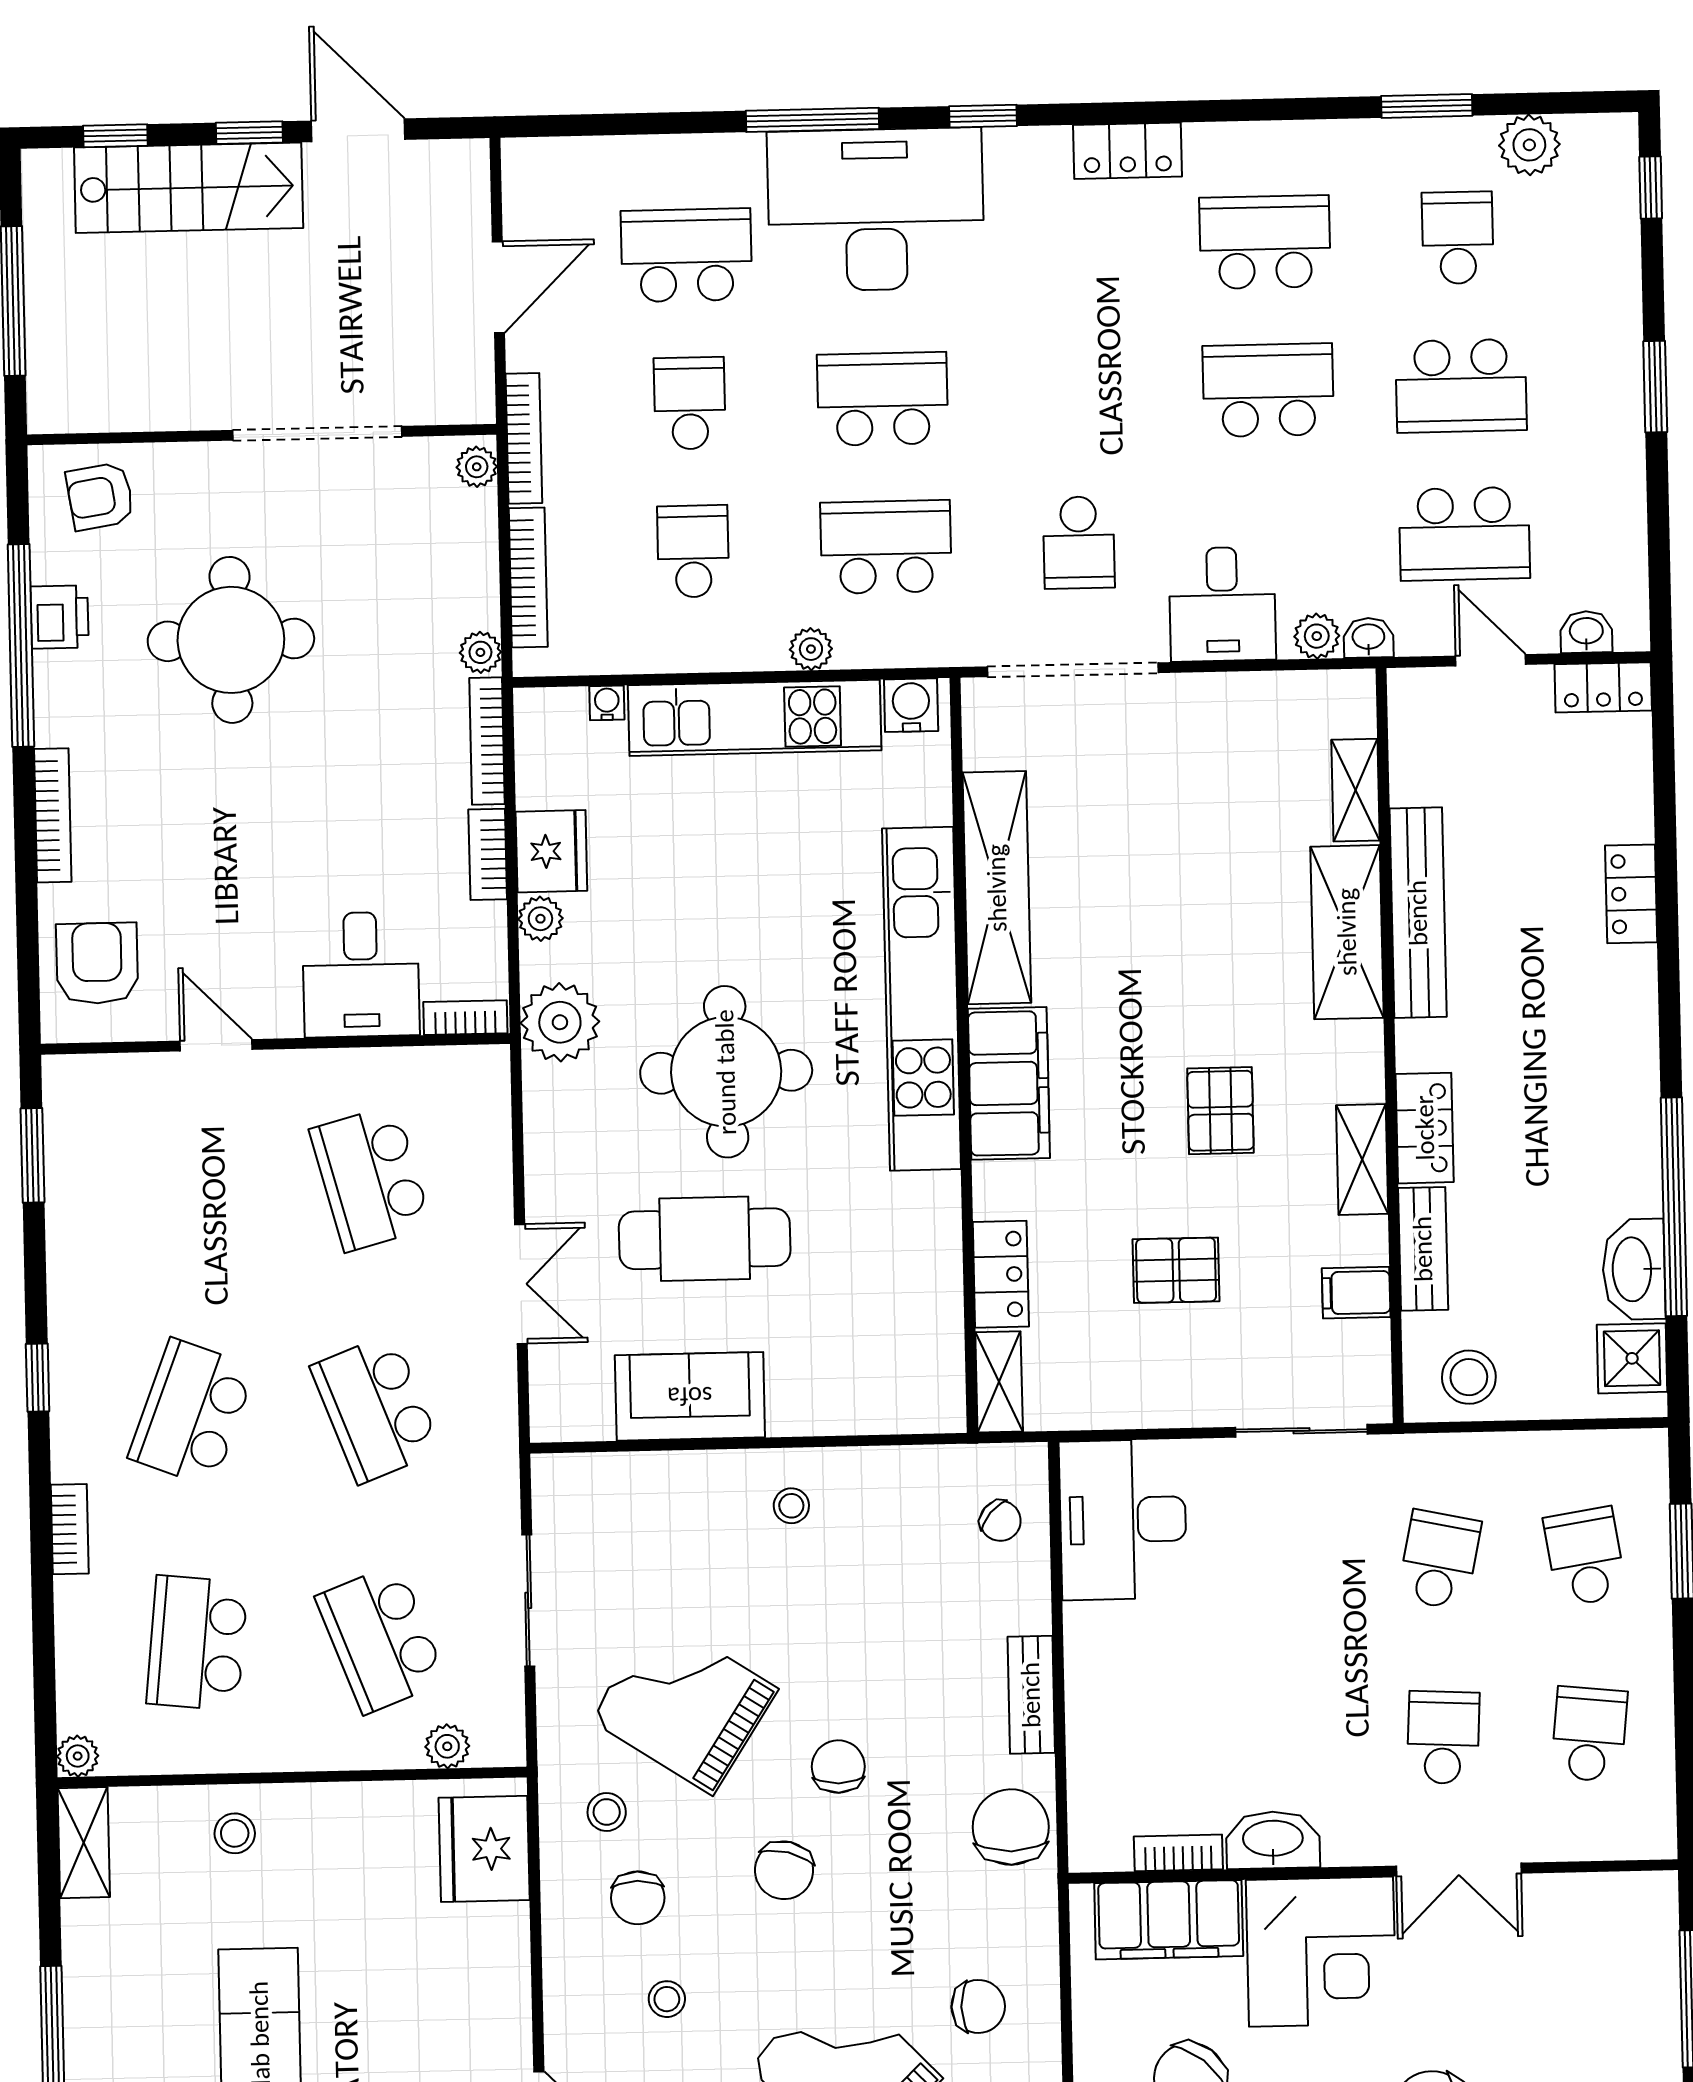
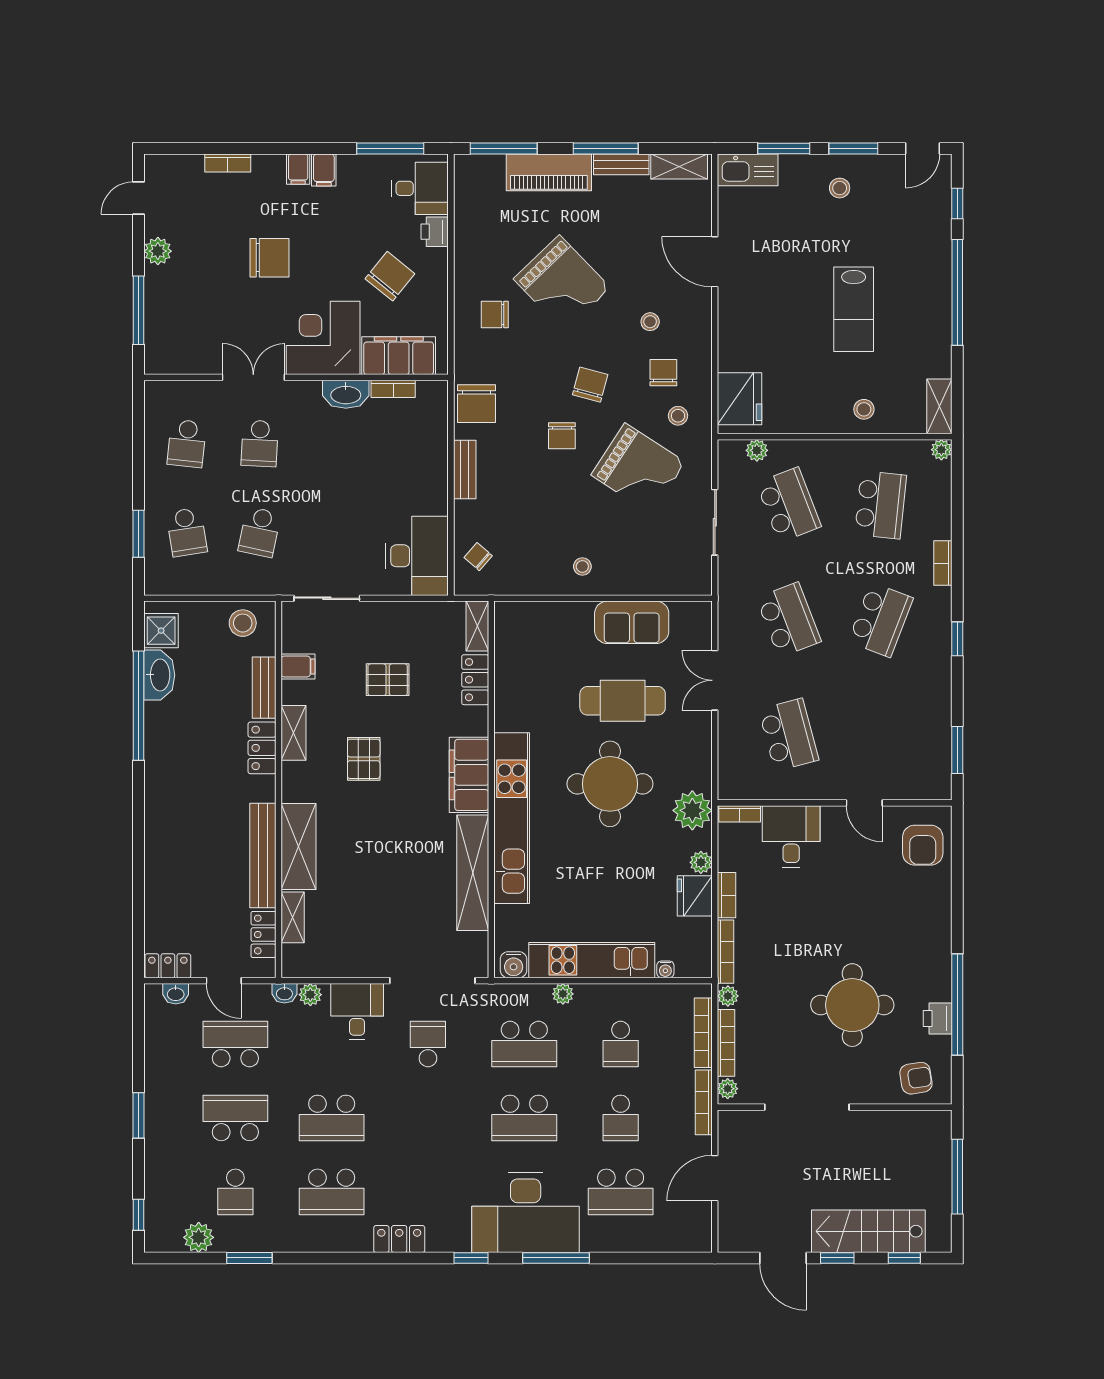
bookcase: (53, 815) -> (726, 1043), moved, turned 180
locker: (1631, 894) -> (263, 935), moved, turned 180

